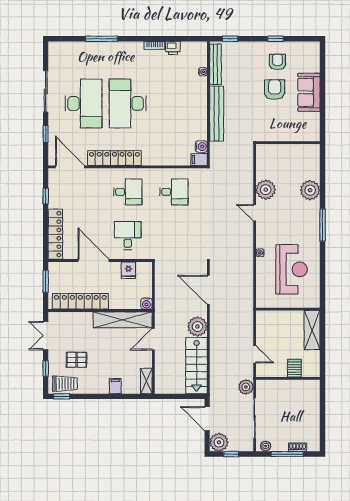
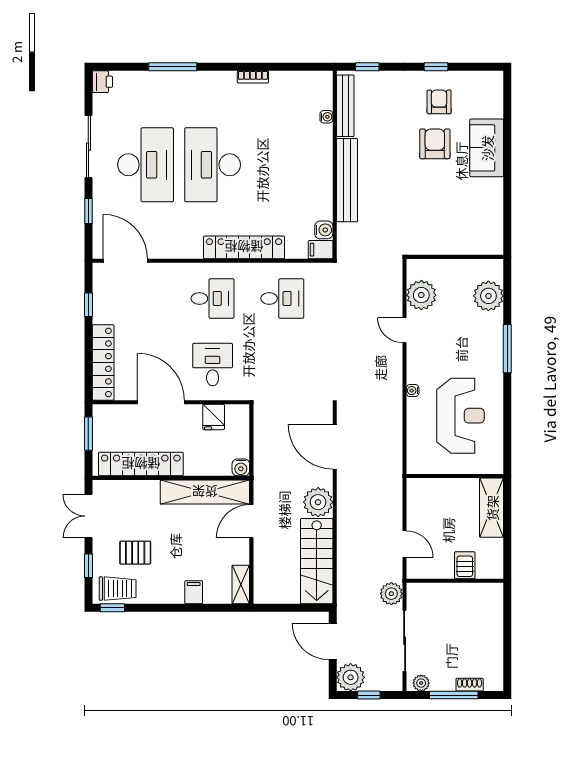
printer: (173, 48) -> (102, 82), moved, turned -90
wall: (288, 143) -> (455, 257), moved
locker: (114, 158) -> (244, 247), moved

